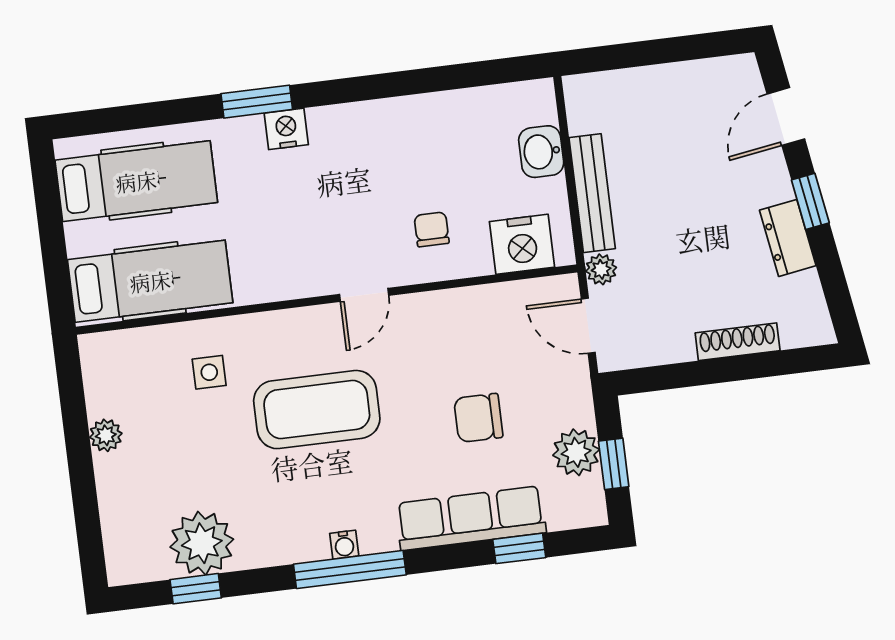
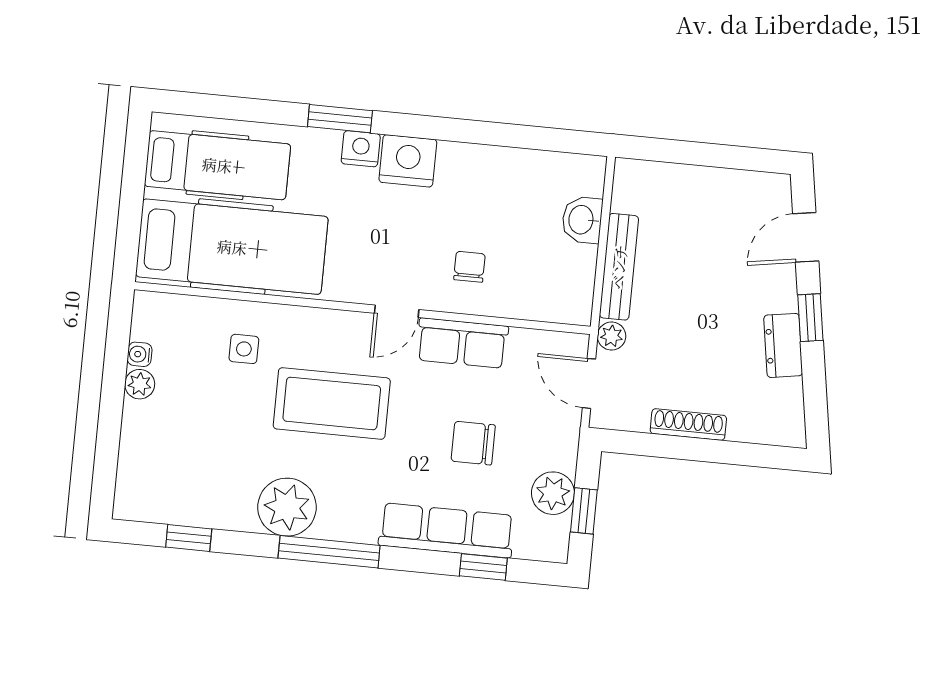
nightstand: (522, 244) -> (408, 161), moved, turned 180
hospital bed: (150, 281) -> (232, 247), width x1.37, depth x1.29
row of seats: (442, 313) -> (462, 343), added
shoe rack: (738, 342) -> (688, 425), moved
plant: (202, 543) -> (287, 507), moved
water cooler: (344, 545) -> (140, 354), moved, turned 90

